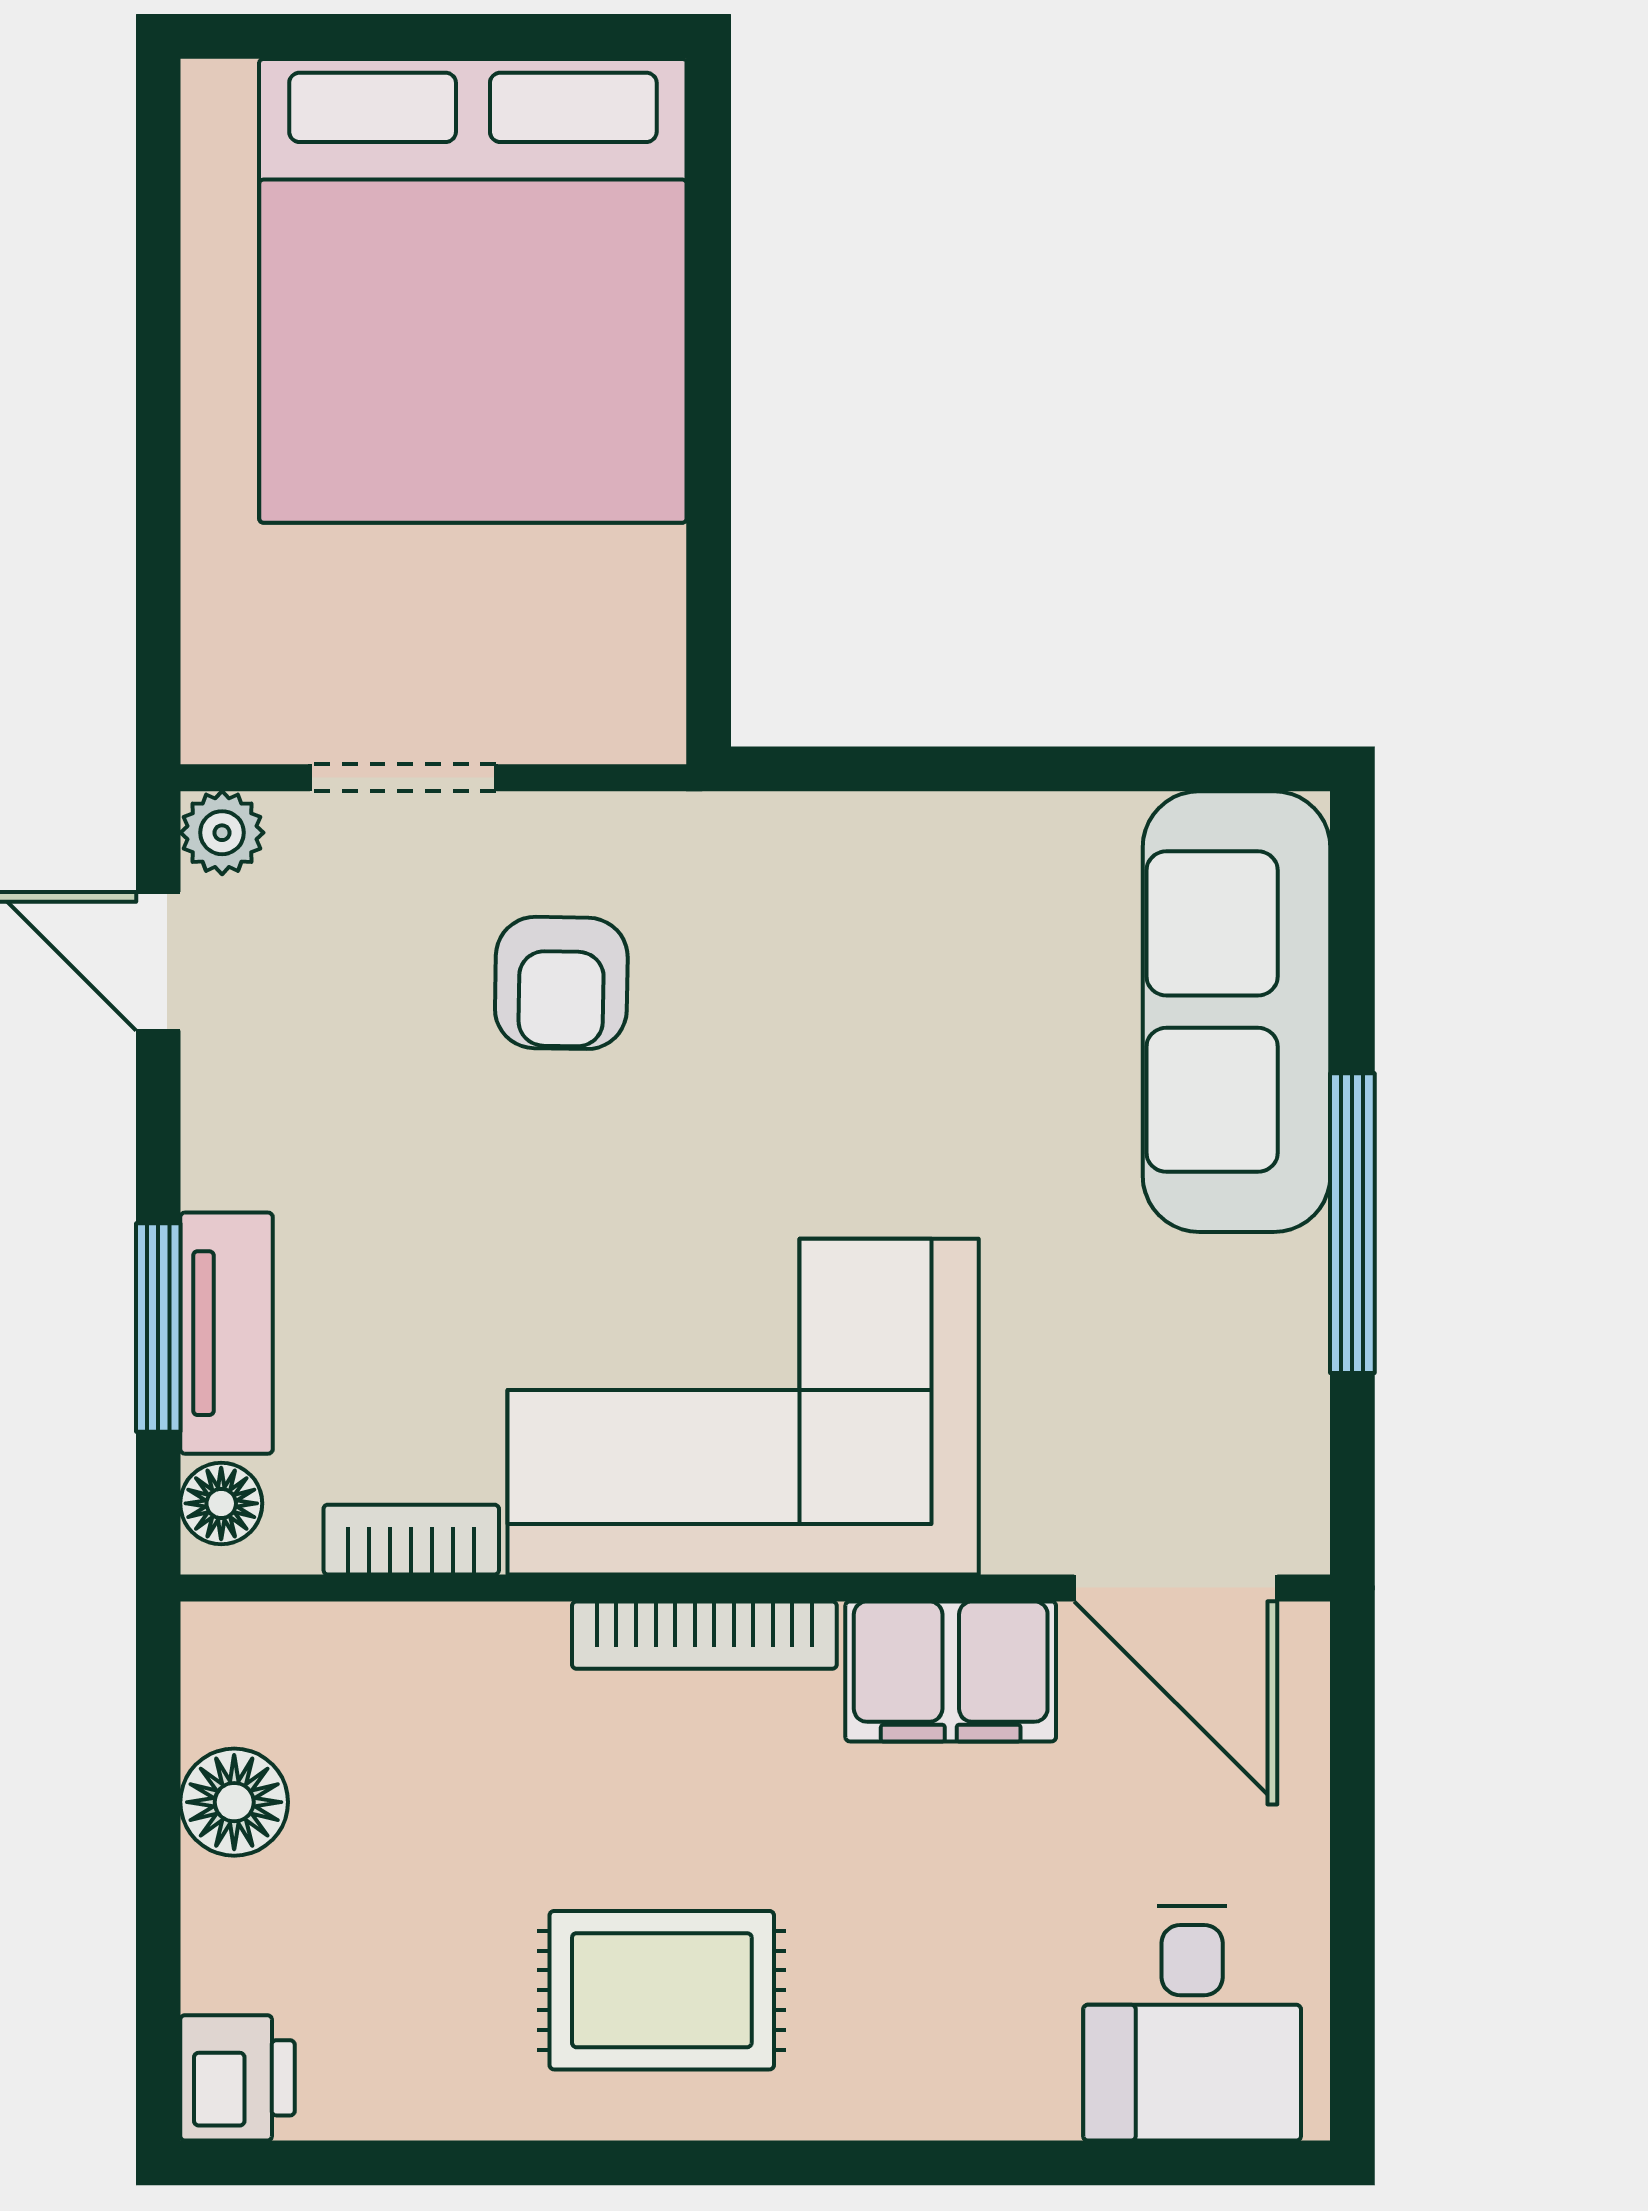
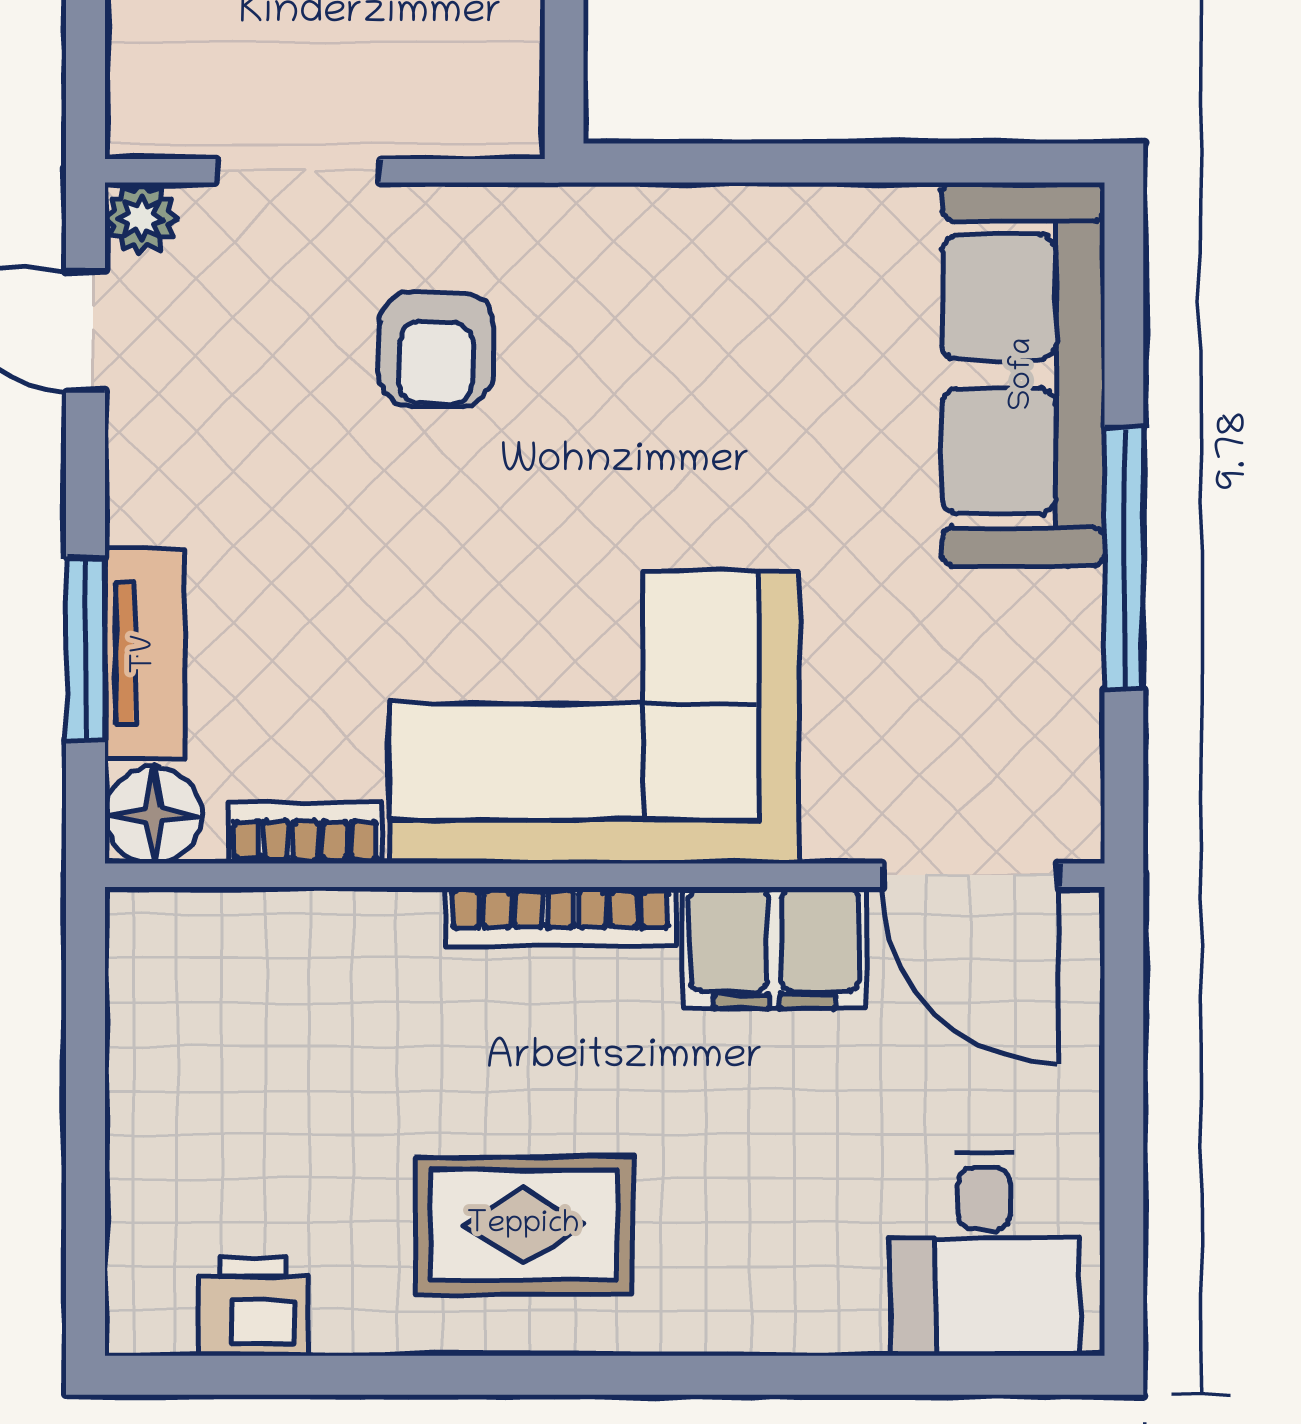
floor lamp: (221, 1503) -> (153, 815), width x1.37, depth x1.37
floor lamp: (234, 1802) -> (152, 1062), removed
printer: (238, 2078) -> (253, 1306), moved, turned -90

